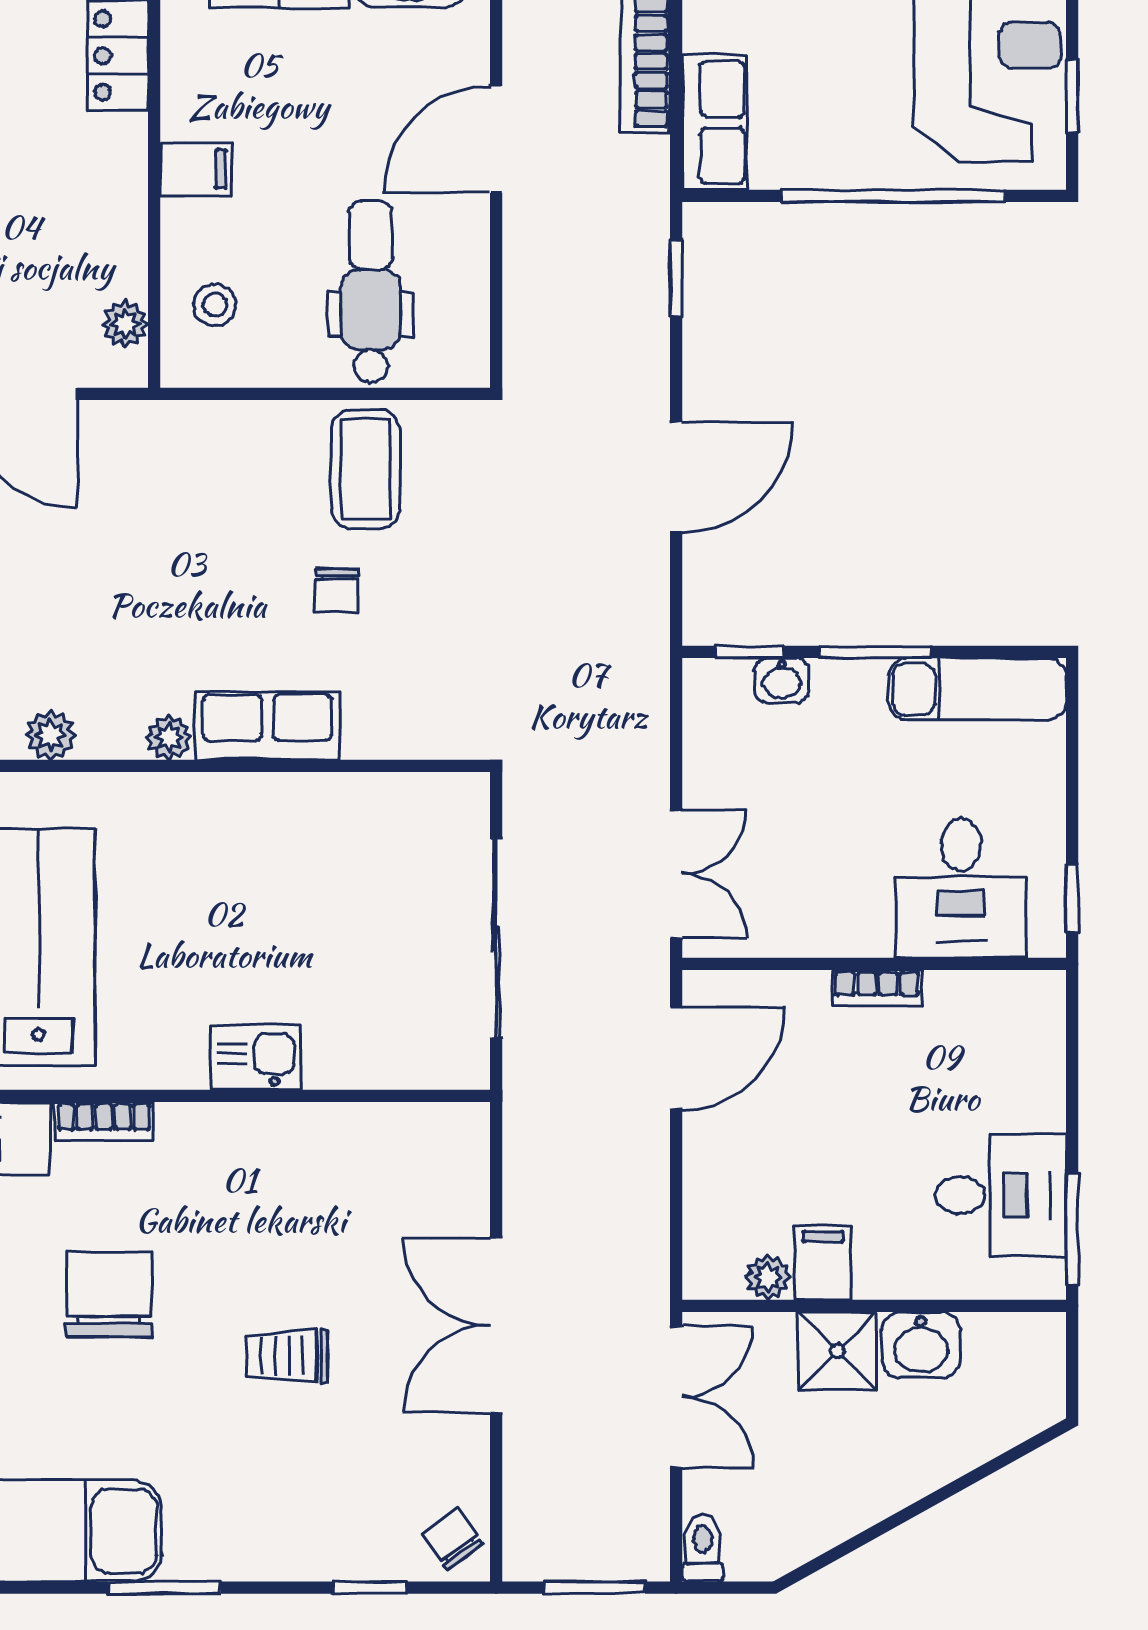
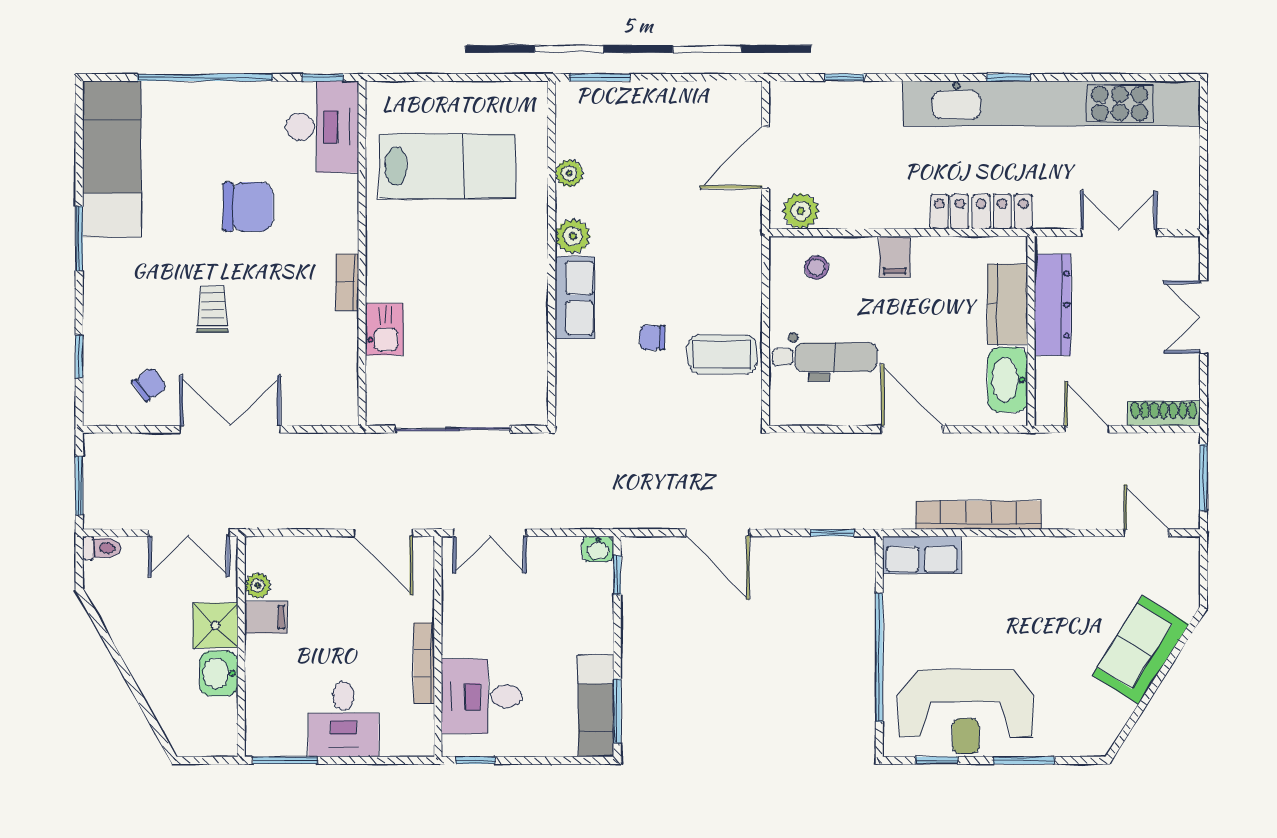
plant: (125, 324) -> (801, 211), width x1.38, depth x1.38
window: (875, 652) -> (617, 711), moved
washbasin: (782, 680) -> (598, 549), moved, turned -90
plant: (169, 737) -> (573, 236), width x1.38, depth x1.38
bookcase: (877, 988) -> (424, 663), width x1.56
kitchen sink: (256, 1057) -> (384, 329), moved
bookcase: (104, 1121) -> (347, 282), moved
desk: (1001, 1195) -> (343, 719), moved
chair: (452, 1539) -> (149, 384), moved

